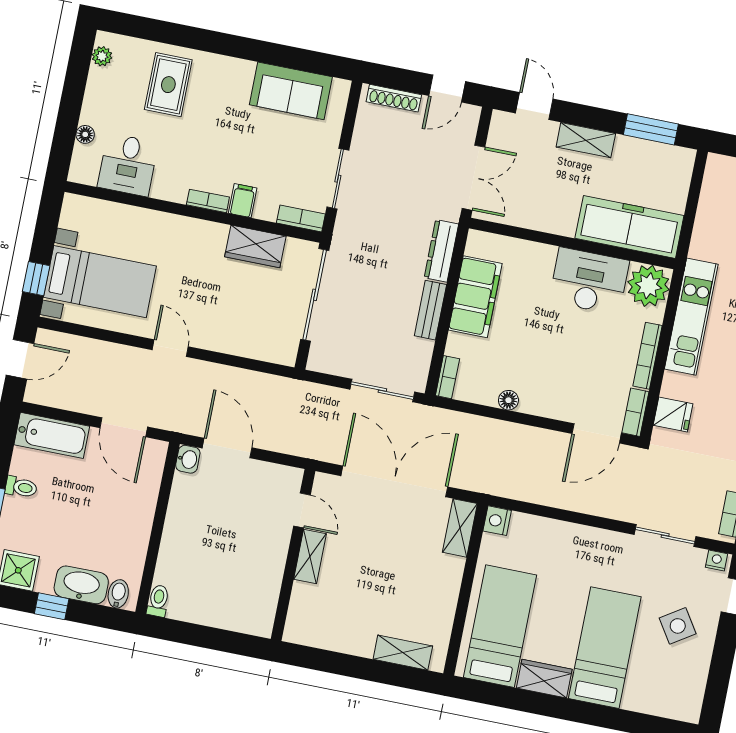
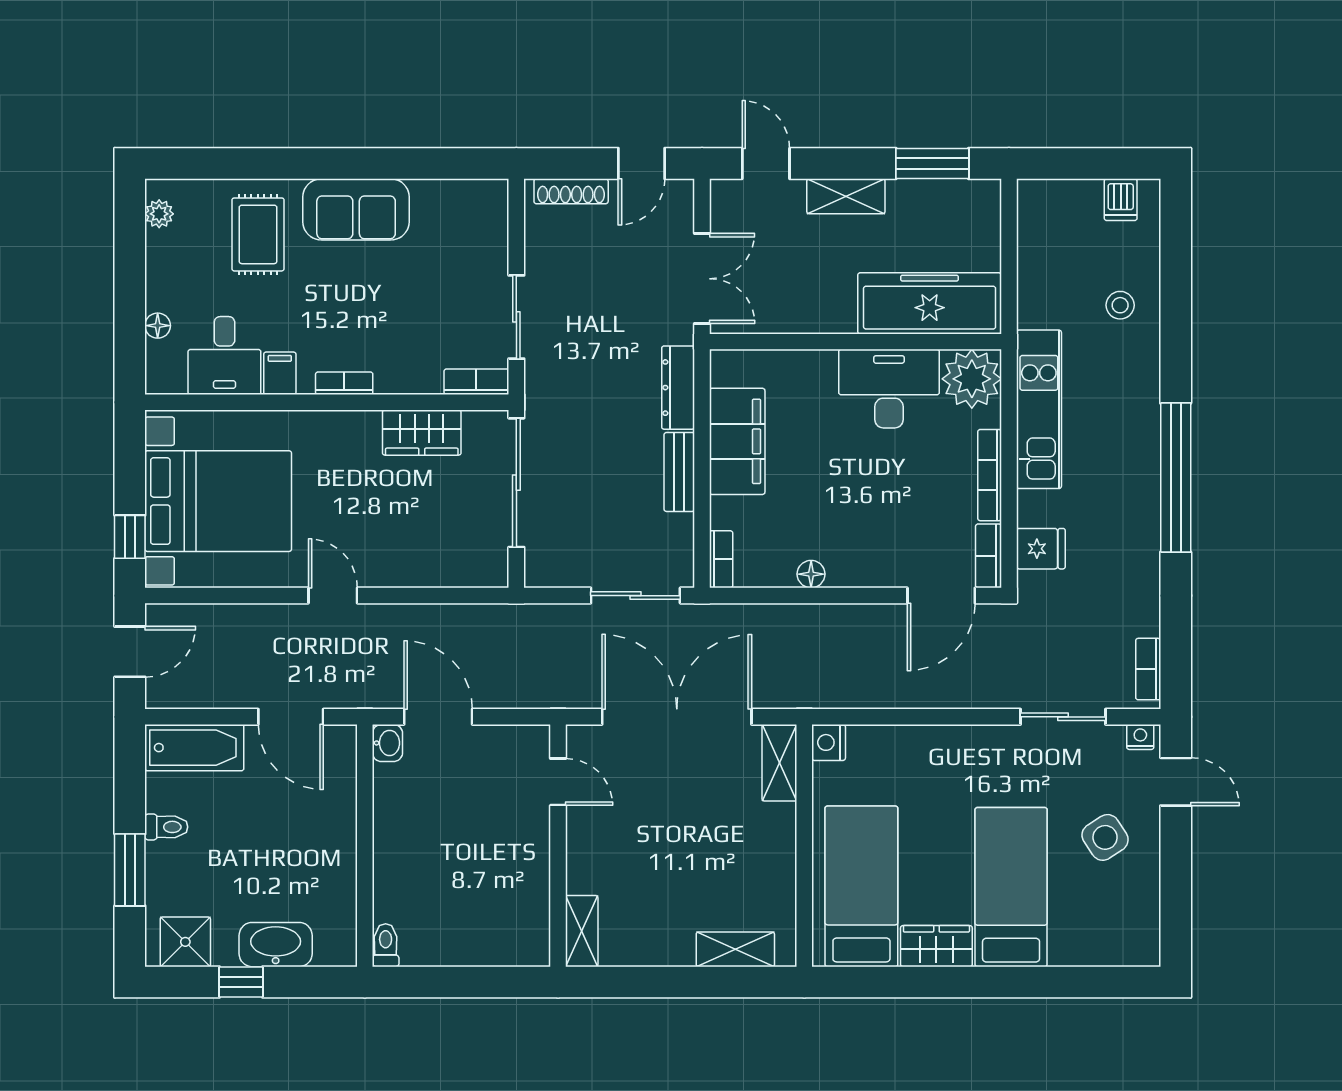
sofa: (291, 91) -> (356, 209), moved
filing cabinet: (243, 201) -> (280, 373), moved
bed with nightstands: (100, 282) -> (218, 501), width x1.36
shelving: (310, 557) -> (582, 931), moved
bidet: (118, 594) -> (329, 947), removed

